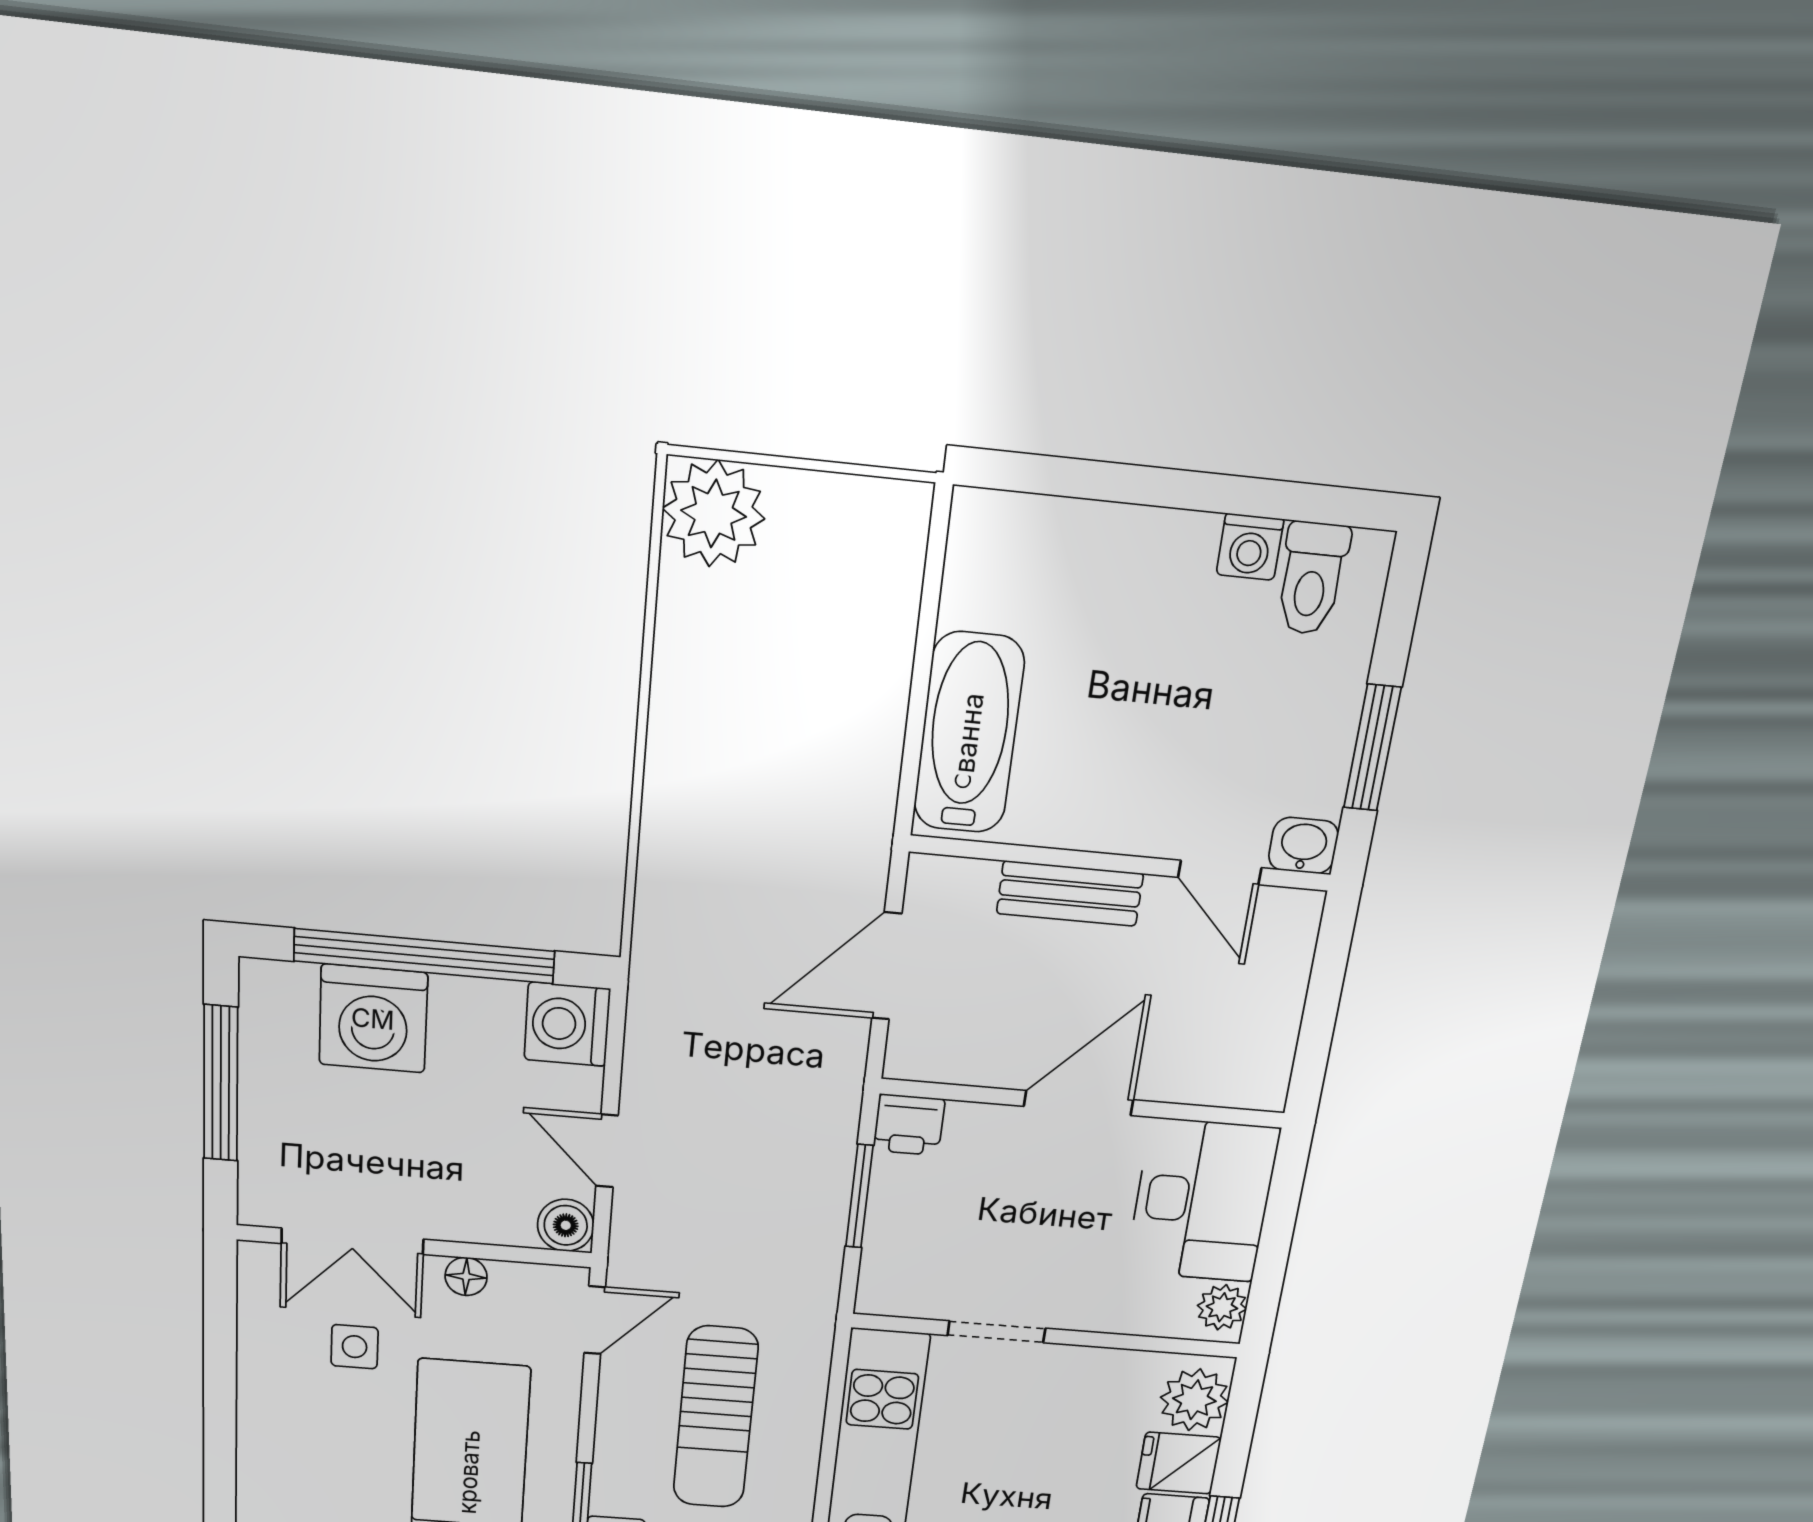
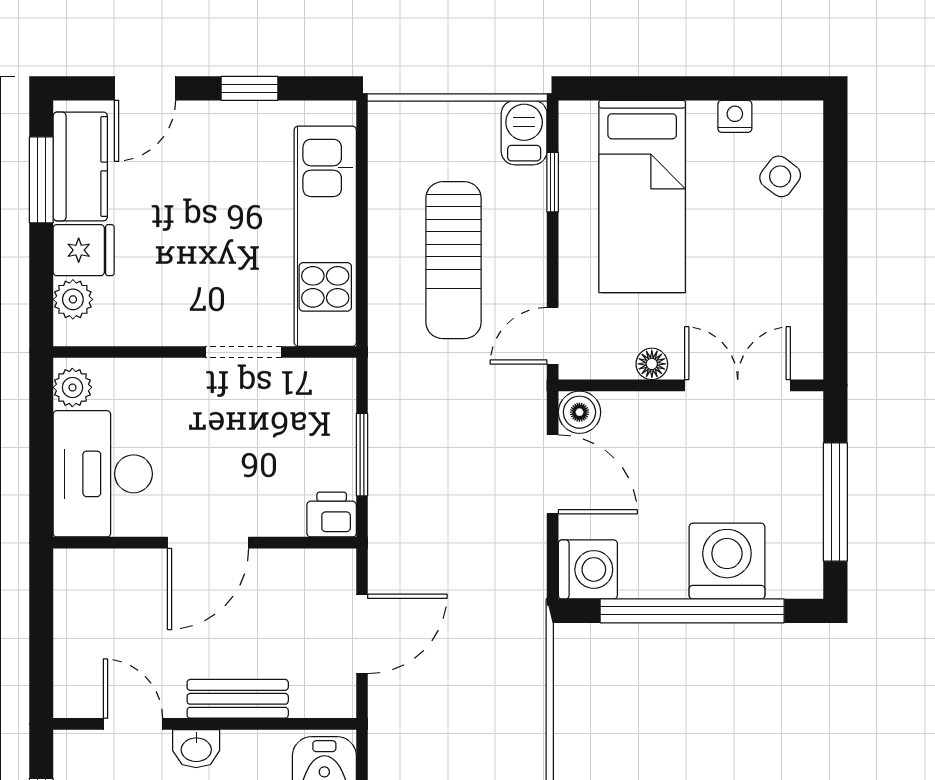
washbasin: (1303, 846) -> (196, 749), moved
door: (607, 1151) -> (553, 474), width x1.38
side table: (355, 1347) -> (780, 176), moved, turned 37
plant: (1194, 1400) -> (73, 299), width x0.73, depth x0.73
sun lounger: (716, 1418) -> (453, 260), turned 180

